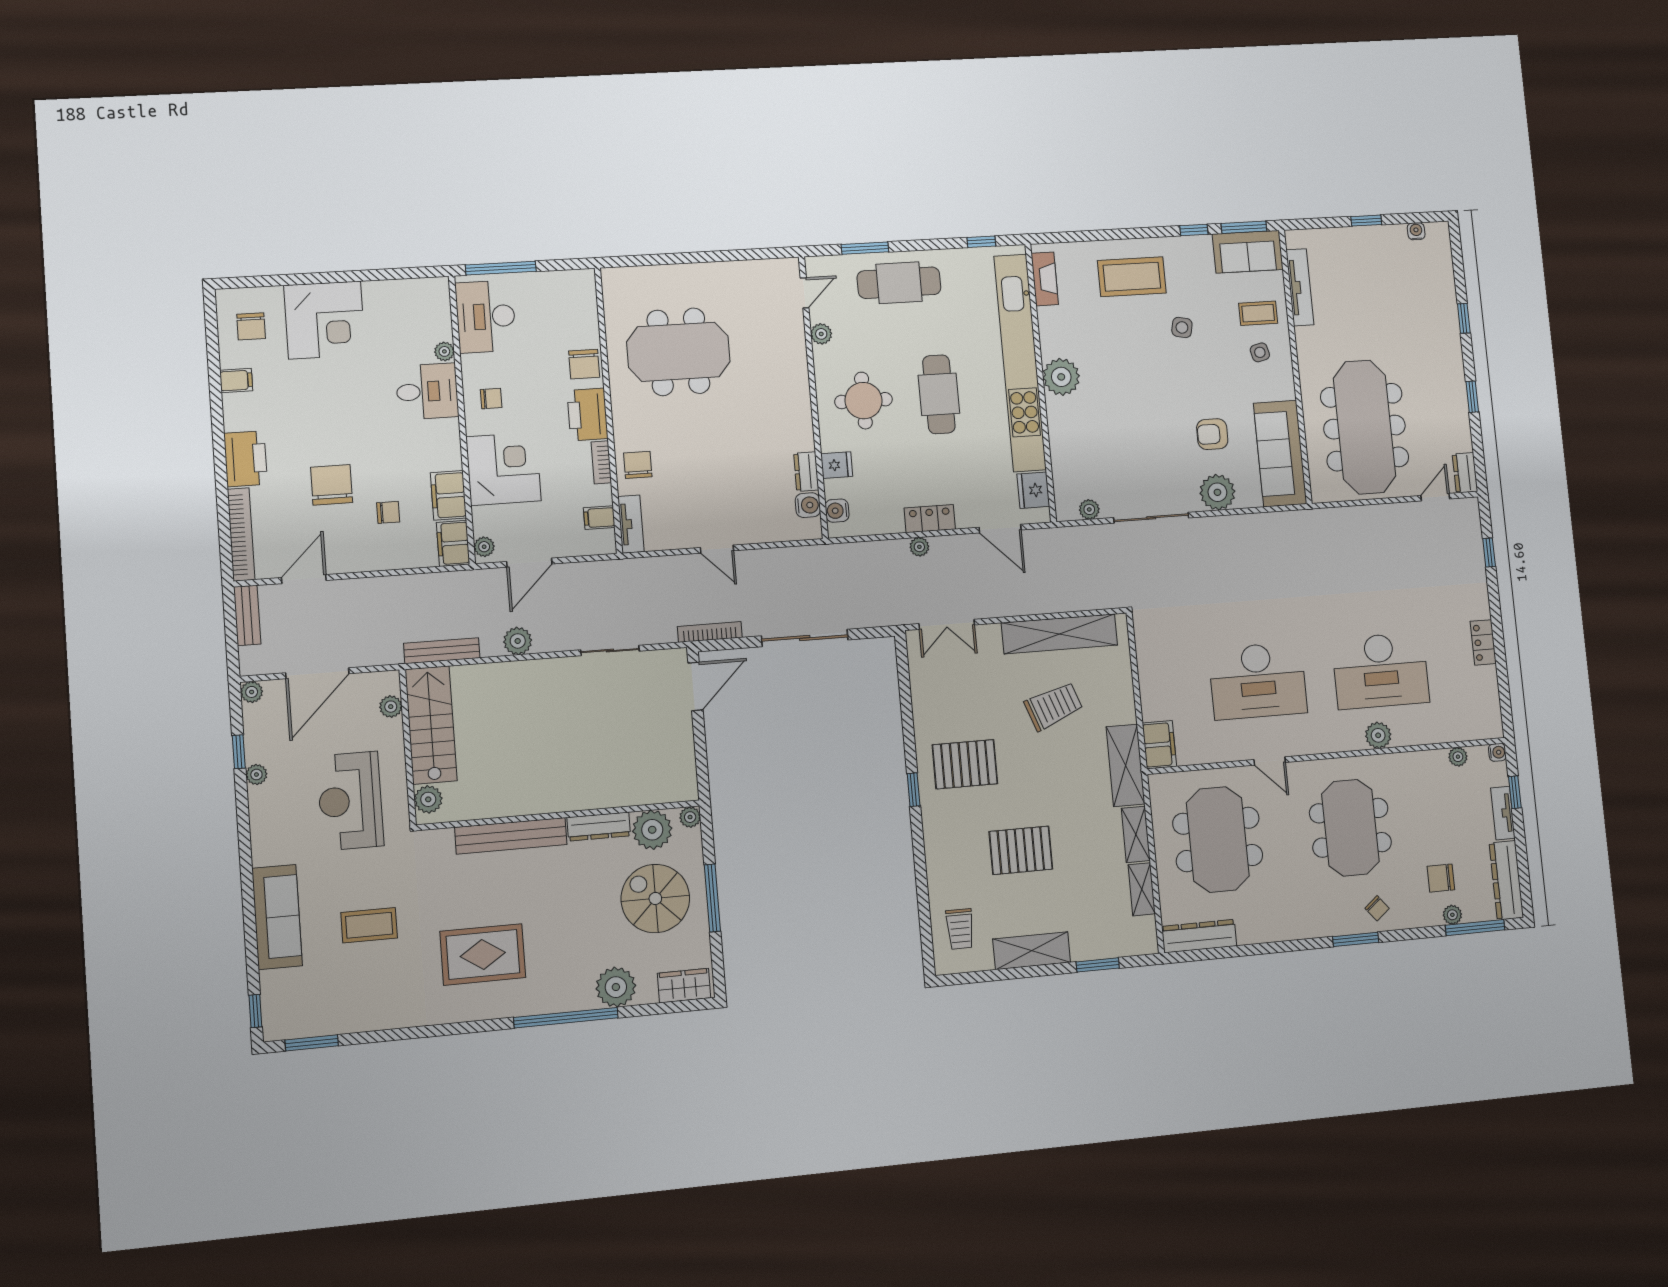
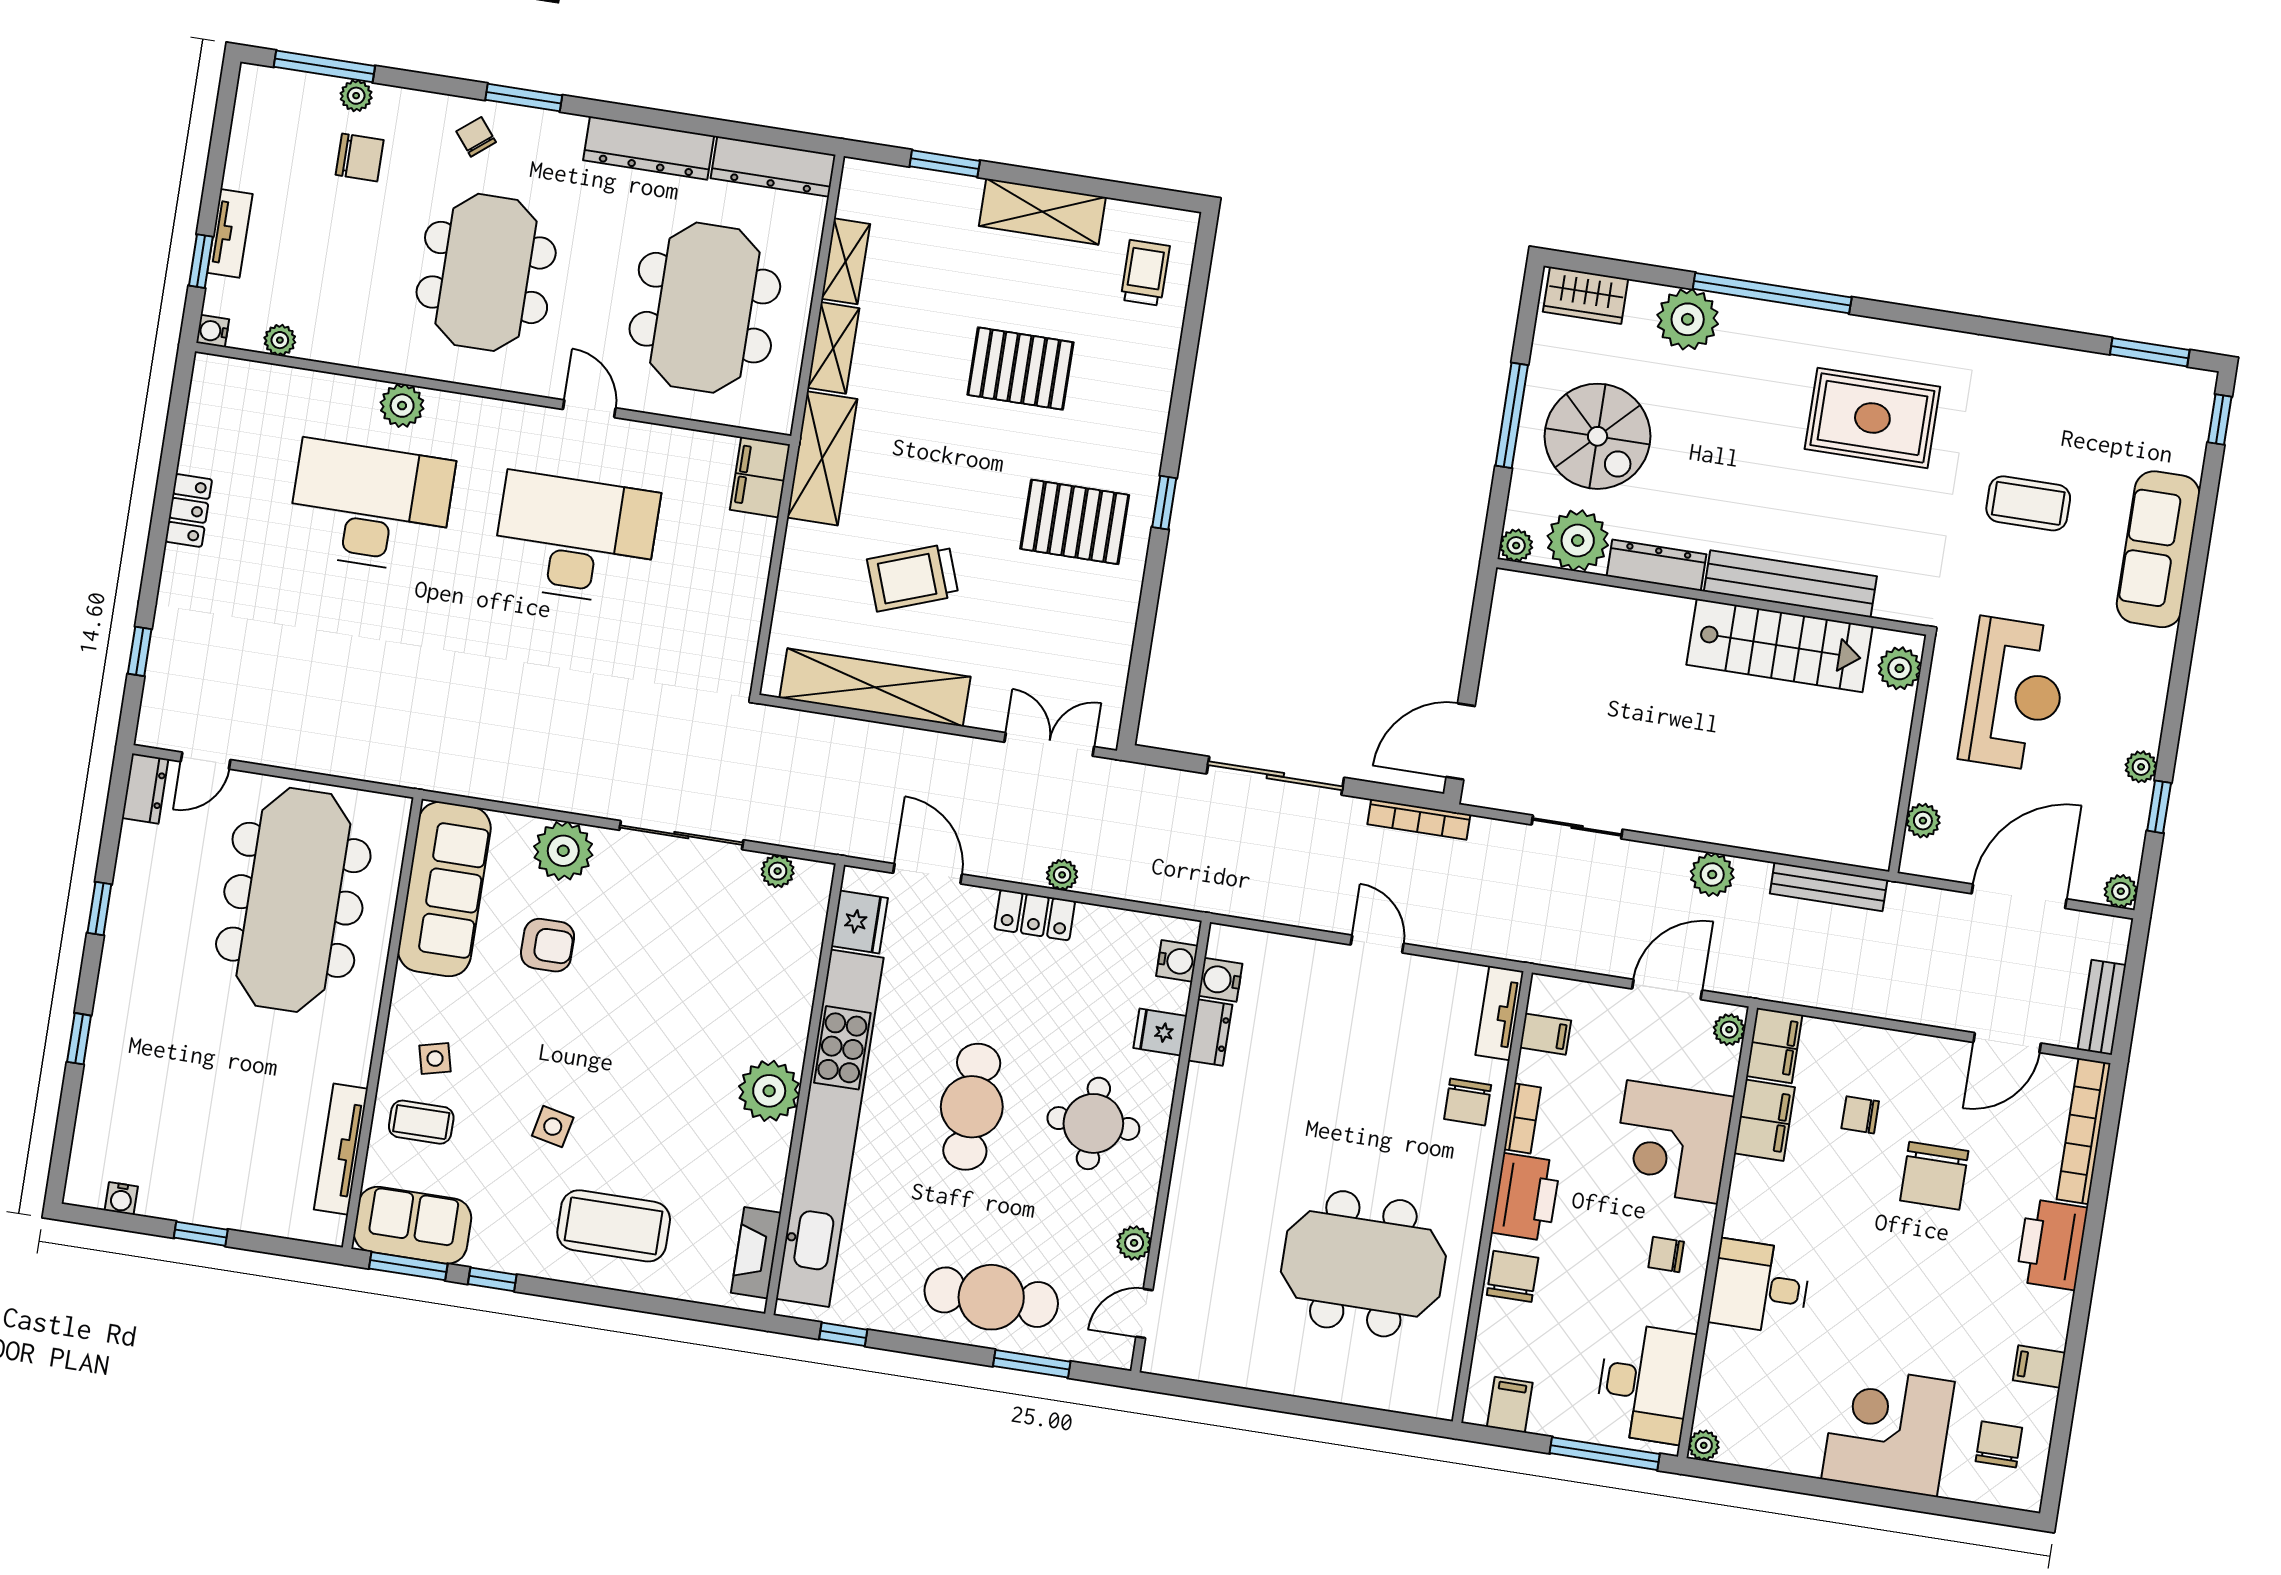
filing cabinet: (567, 285) -> (1510, 1405), added
plant: (444, 351) -> (1704, 1445), moved
stairs: (431, 725) -> (1780, 646), moved, turned -90
dresser: (1506, 880) -> (649, 148), moved, turned 90

